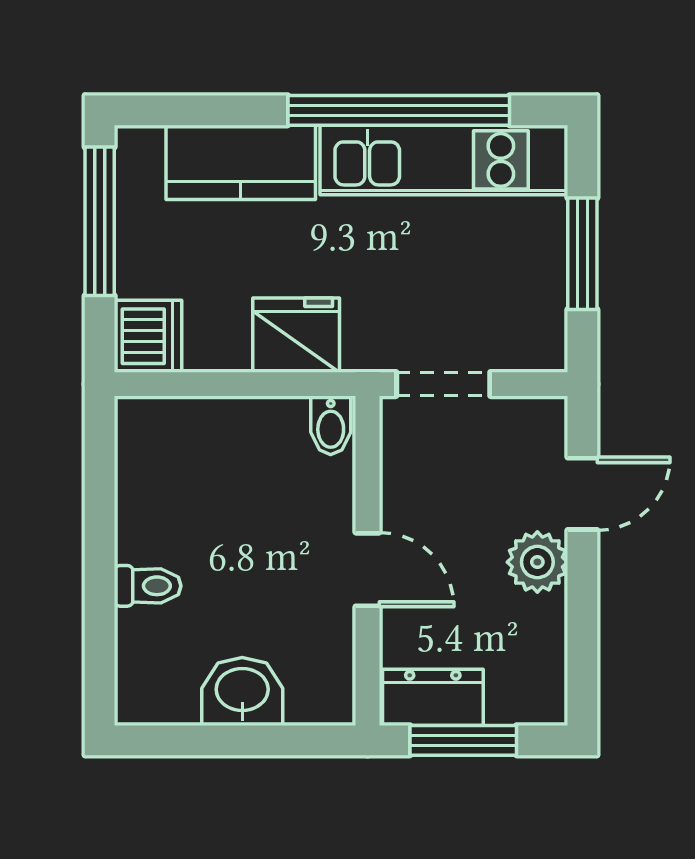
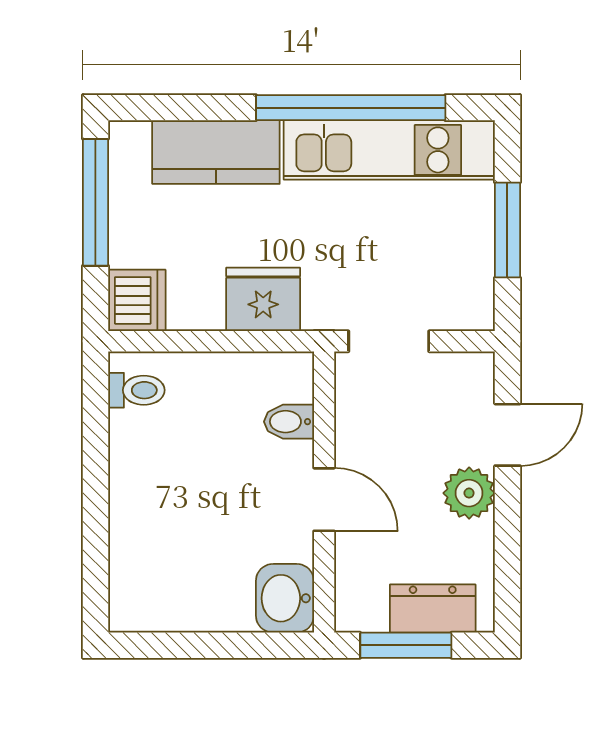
bidet: (331, 425) -> (289, 422), moved, turned 90
toilet: (148, 586) -> (136, 390), moved
washbasin: (242, 691) -> (285, 598), moved, turned -90
dresser: (433, 697) -> (433, 609), moved

